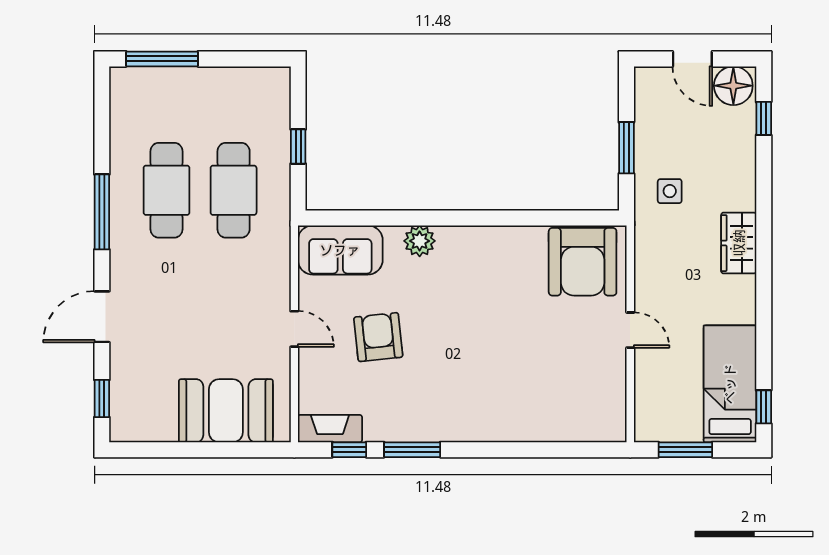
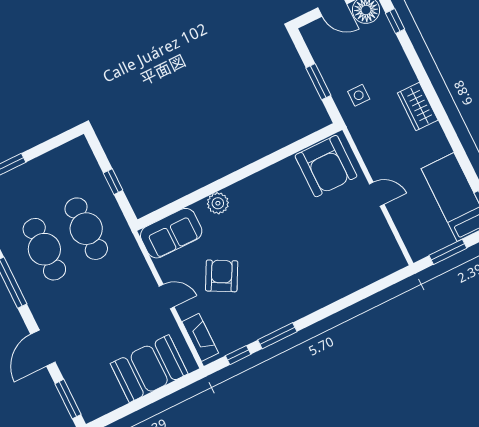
armchair: (378, 337) -> (222, 276), turned 34
window: (102, 398) -> (68, 399), width x1.50
fireplace: (330, 429) -> (200, 337), moved, turned 90

